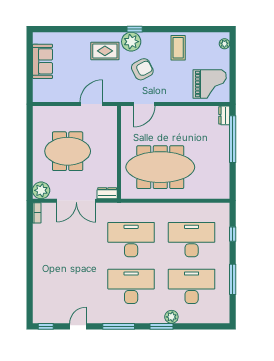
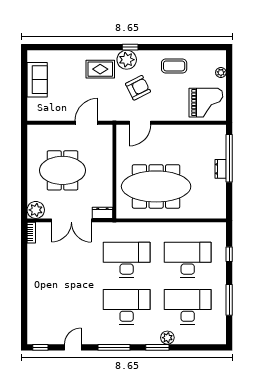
plant: (224, 44) -> (221, 73), moved
coffee table: (178, 48) -> (174, 66), turned 90
dresser: (224, 115) -> (221, 169), moved

